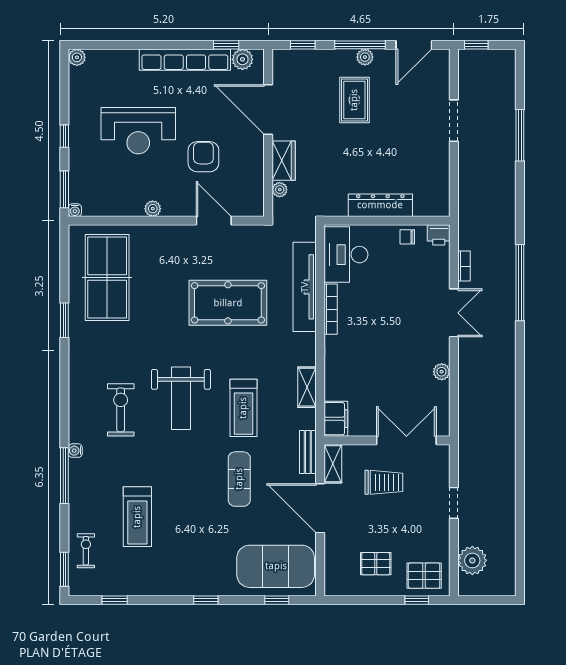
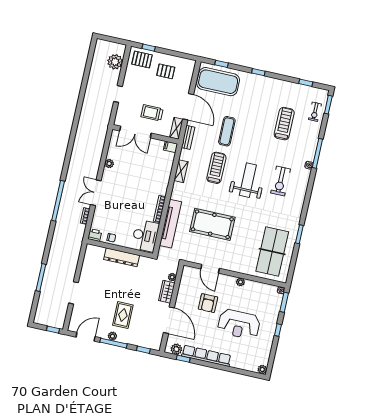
reception desk: (138, 131) -> (239, 324), turned 180
filing cabinet: (336, 419) -> (171, 147), width x0.50

